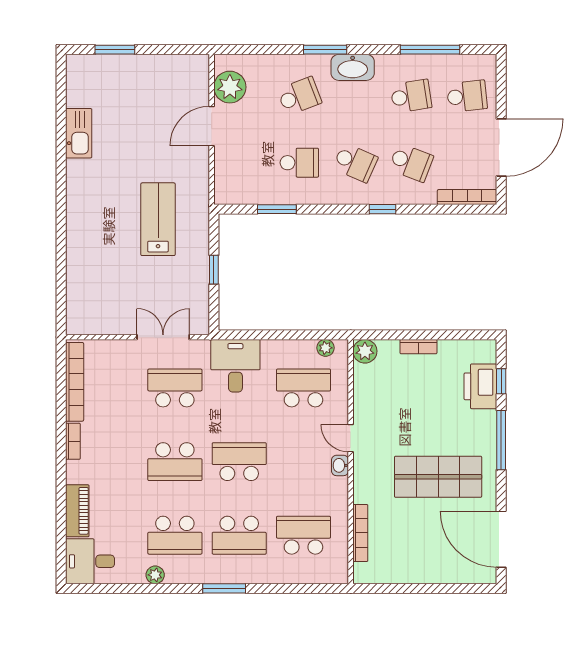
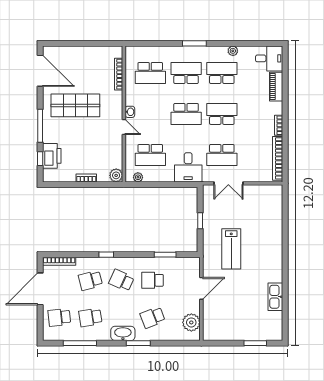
door: (212, 126) -> (201, 288), moved
school desk: (411, 163) -> (90, 280), turned -36

